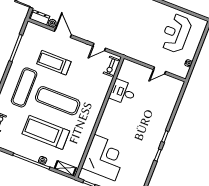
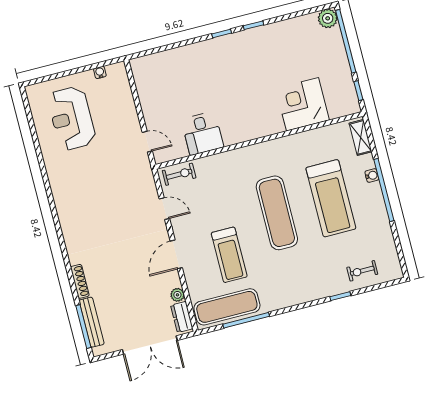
door: (63, 33) -> (176, 254), moved
reception desk: (176, 33) -> (72, 118), turned 90
door: (160, 71) -> (147, 142), moved
exercise mat: (24, 87) -> (227, 307), moved
corner desk: (105, 158) -> (303, 104), width x0.74, depth x0.74

